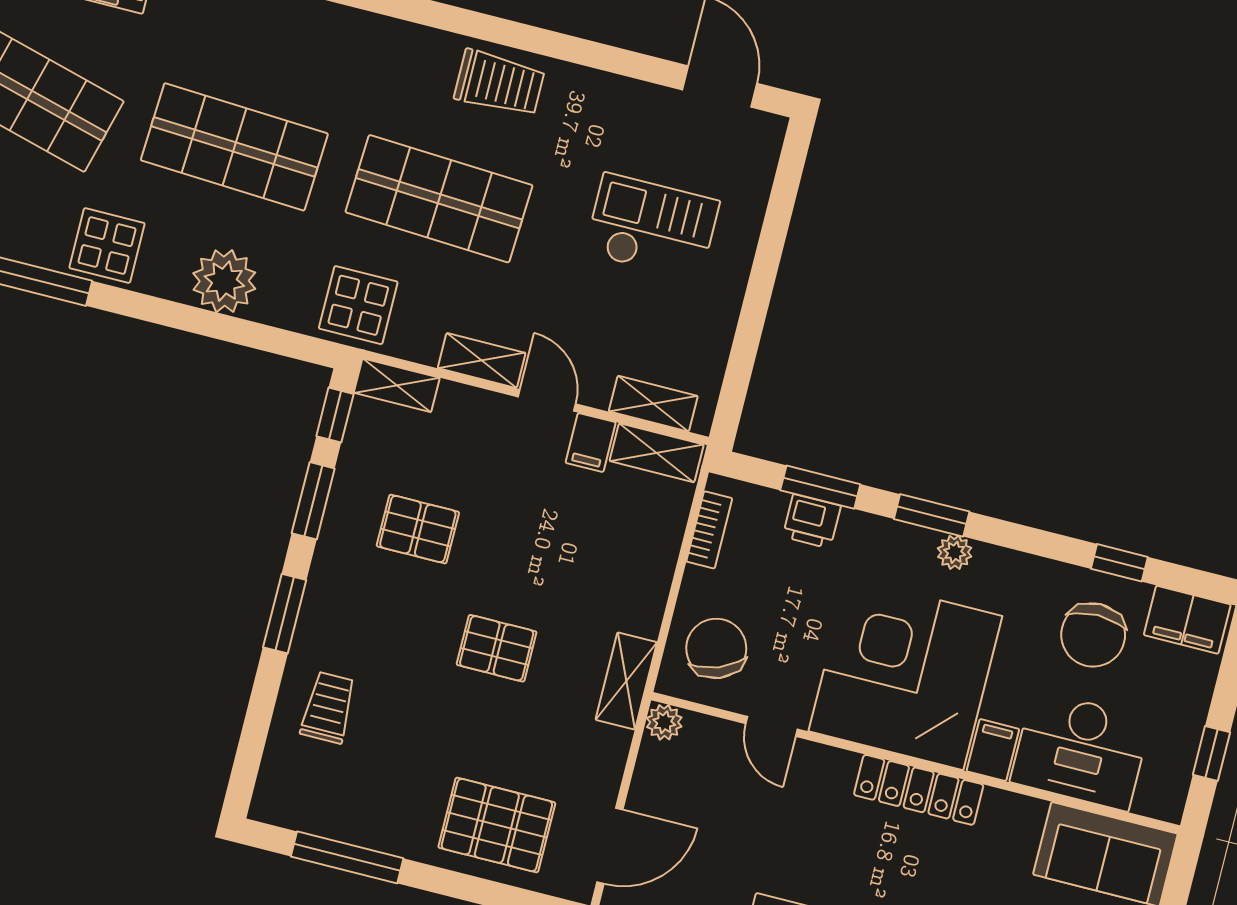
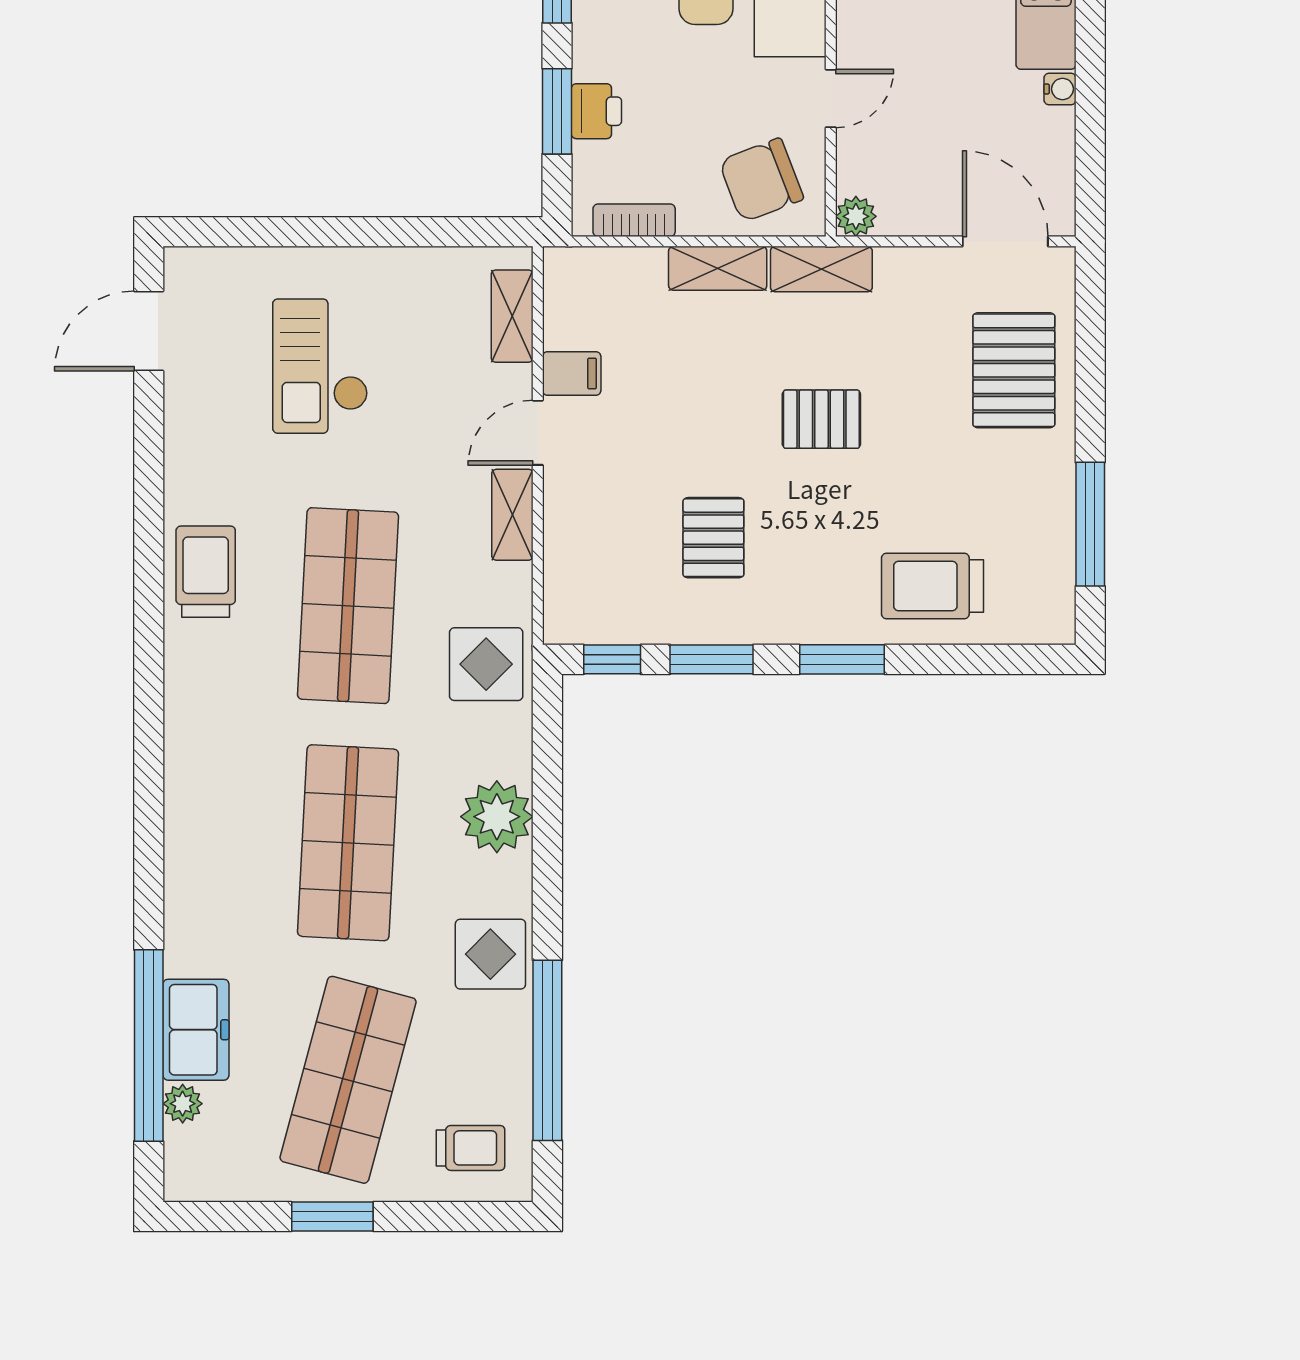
shelving: (397, 385) -> (563, 600), removed
shelving: (657, 453) -> (718, 268), moved, turned 90
pallet: (497, 648) -> (821, 419), turned 90
trolley: (328, 708) -> (932, 586), width x1.36, depth x1.39

